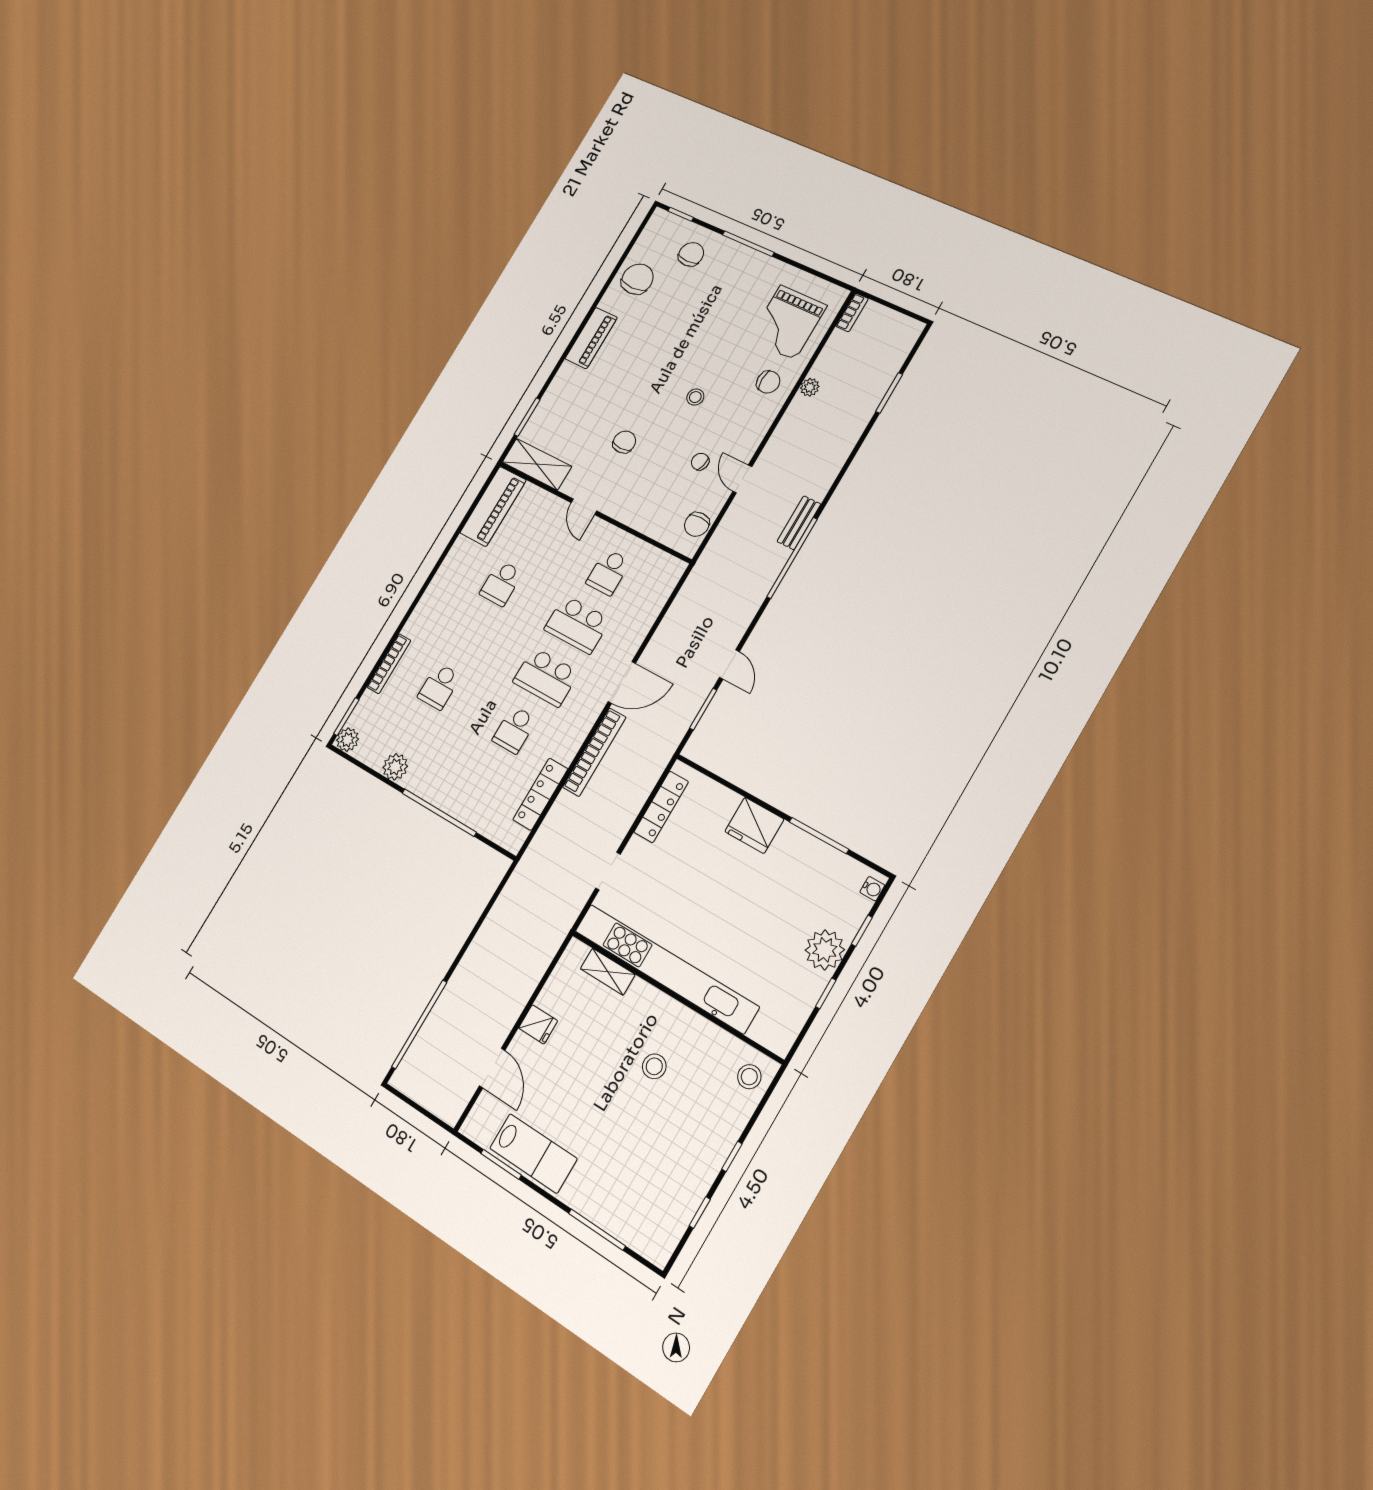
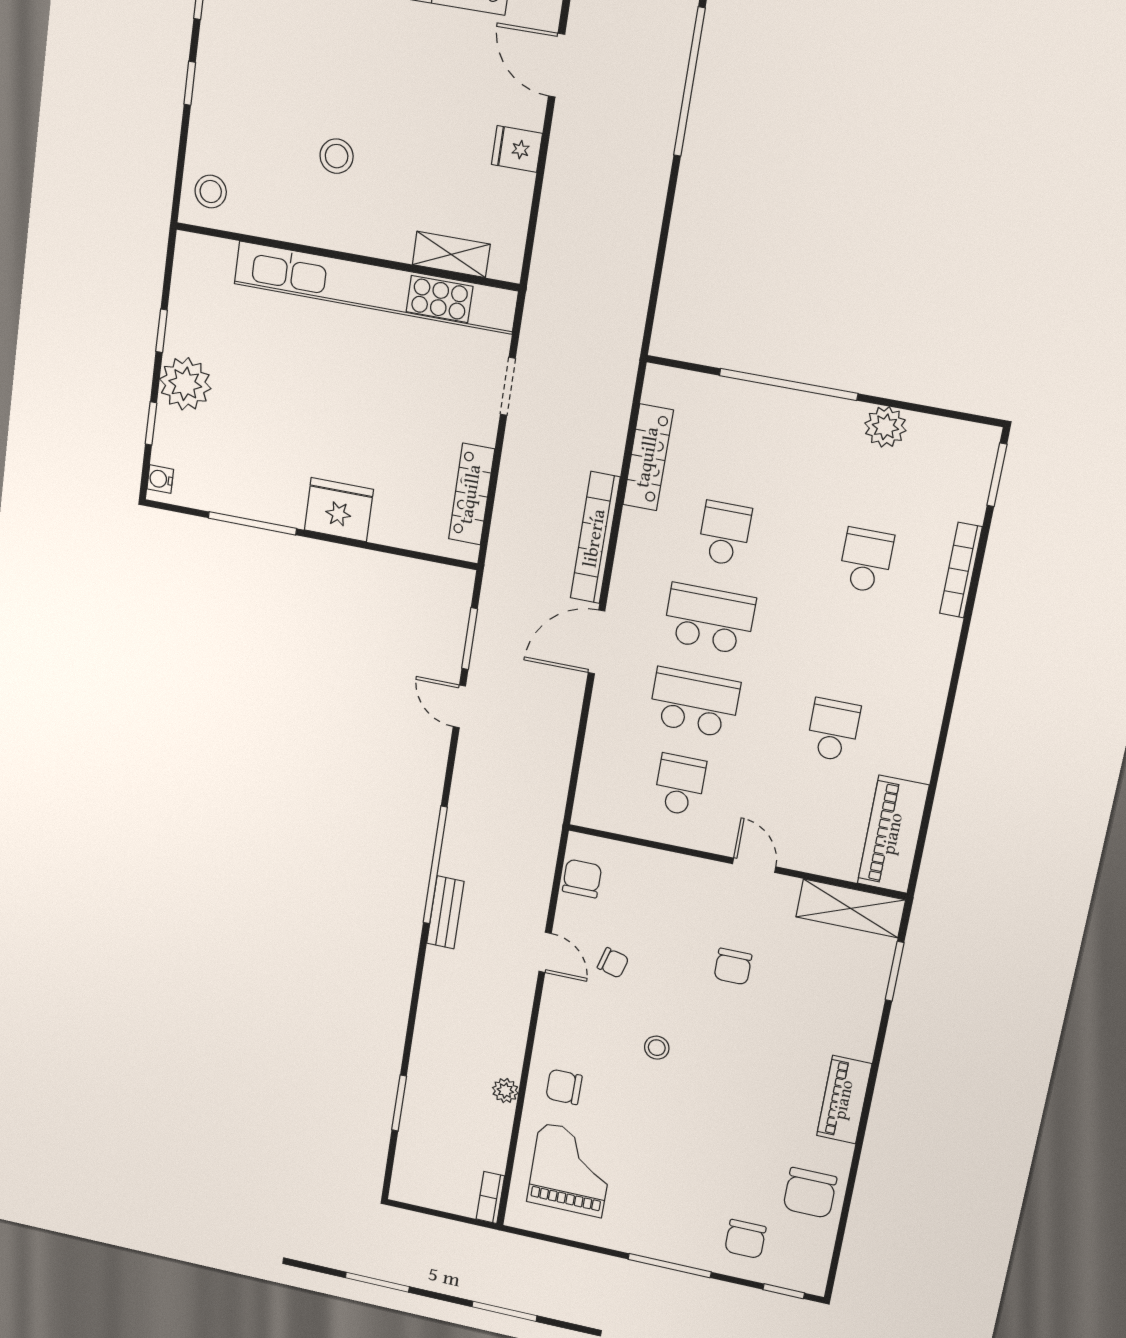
plant: (347, 740) -> (980, 442), removed

